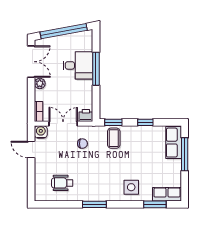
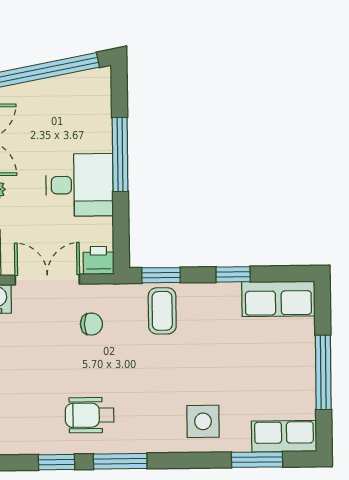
desk: (78, 65) -> (79, 185), moved
row of seats: (174, 143) -> (278, 299), moved, turned -90
window: (185, 154) -> (323, 372), moved
wheelchair: (62, 183) -> (90, 415), moved
window: (66, 204) -> (57, 462), added

